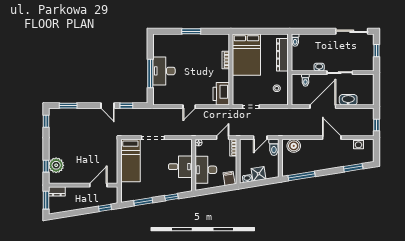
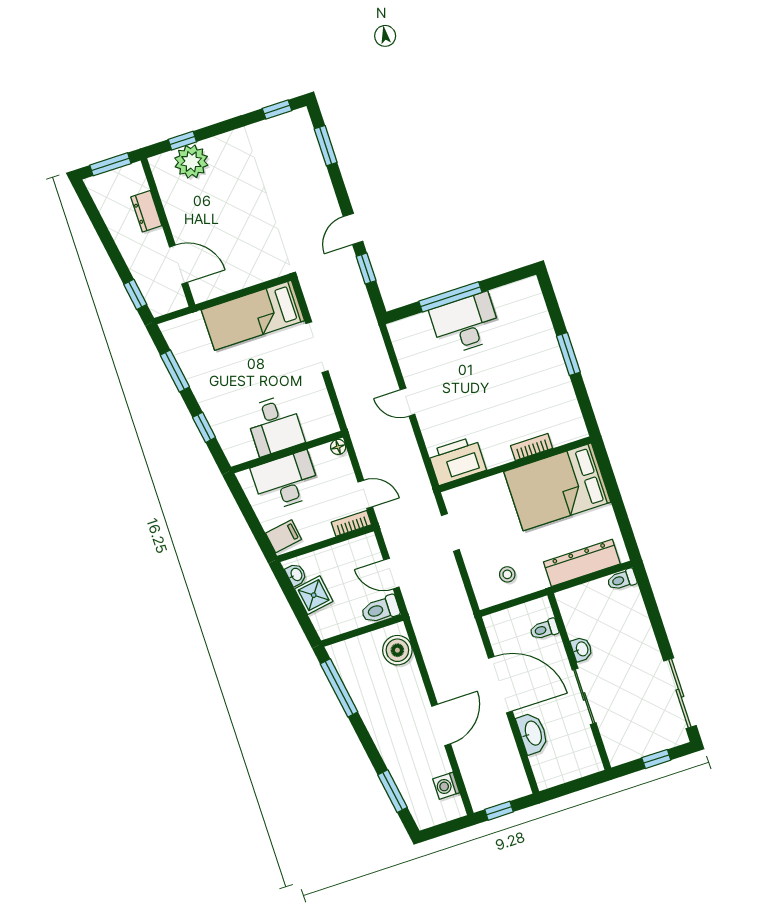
dresser: (57, 191) -> (146, 211), moved

